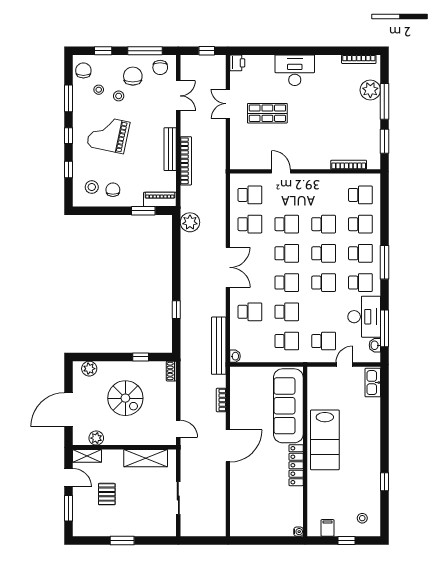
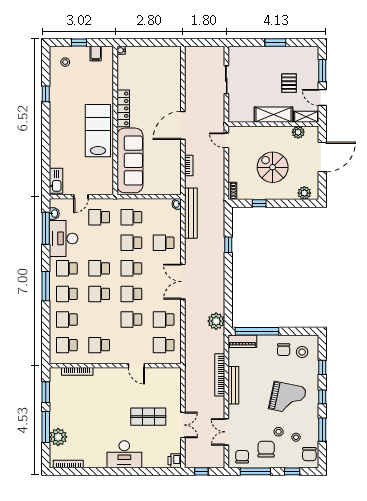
chair: (133, 76) -> (266, 449), turned 180
window: (143, 211) -> (257, 331), width x2.11
school desk: (324, 224) -> (99, 345), moved
shelving: (146, 458) -> (274, 115), moved

